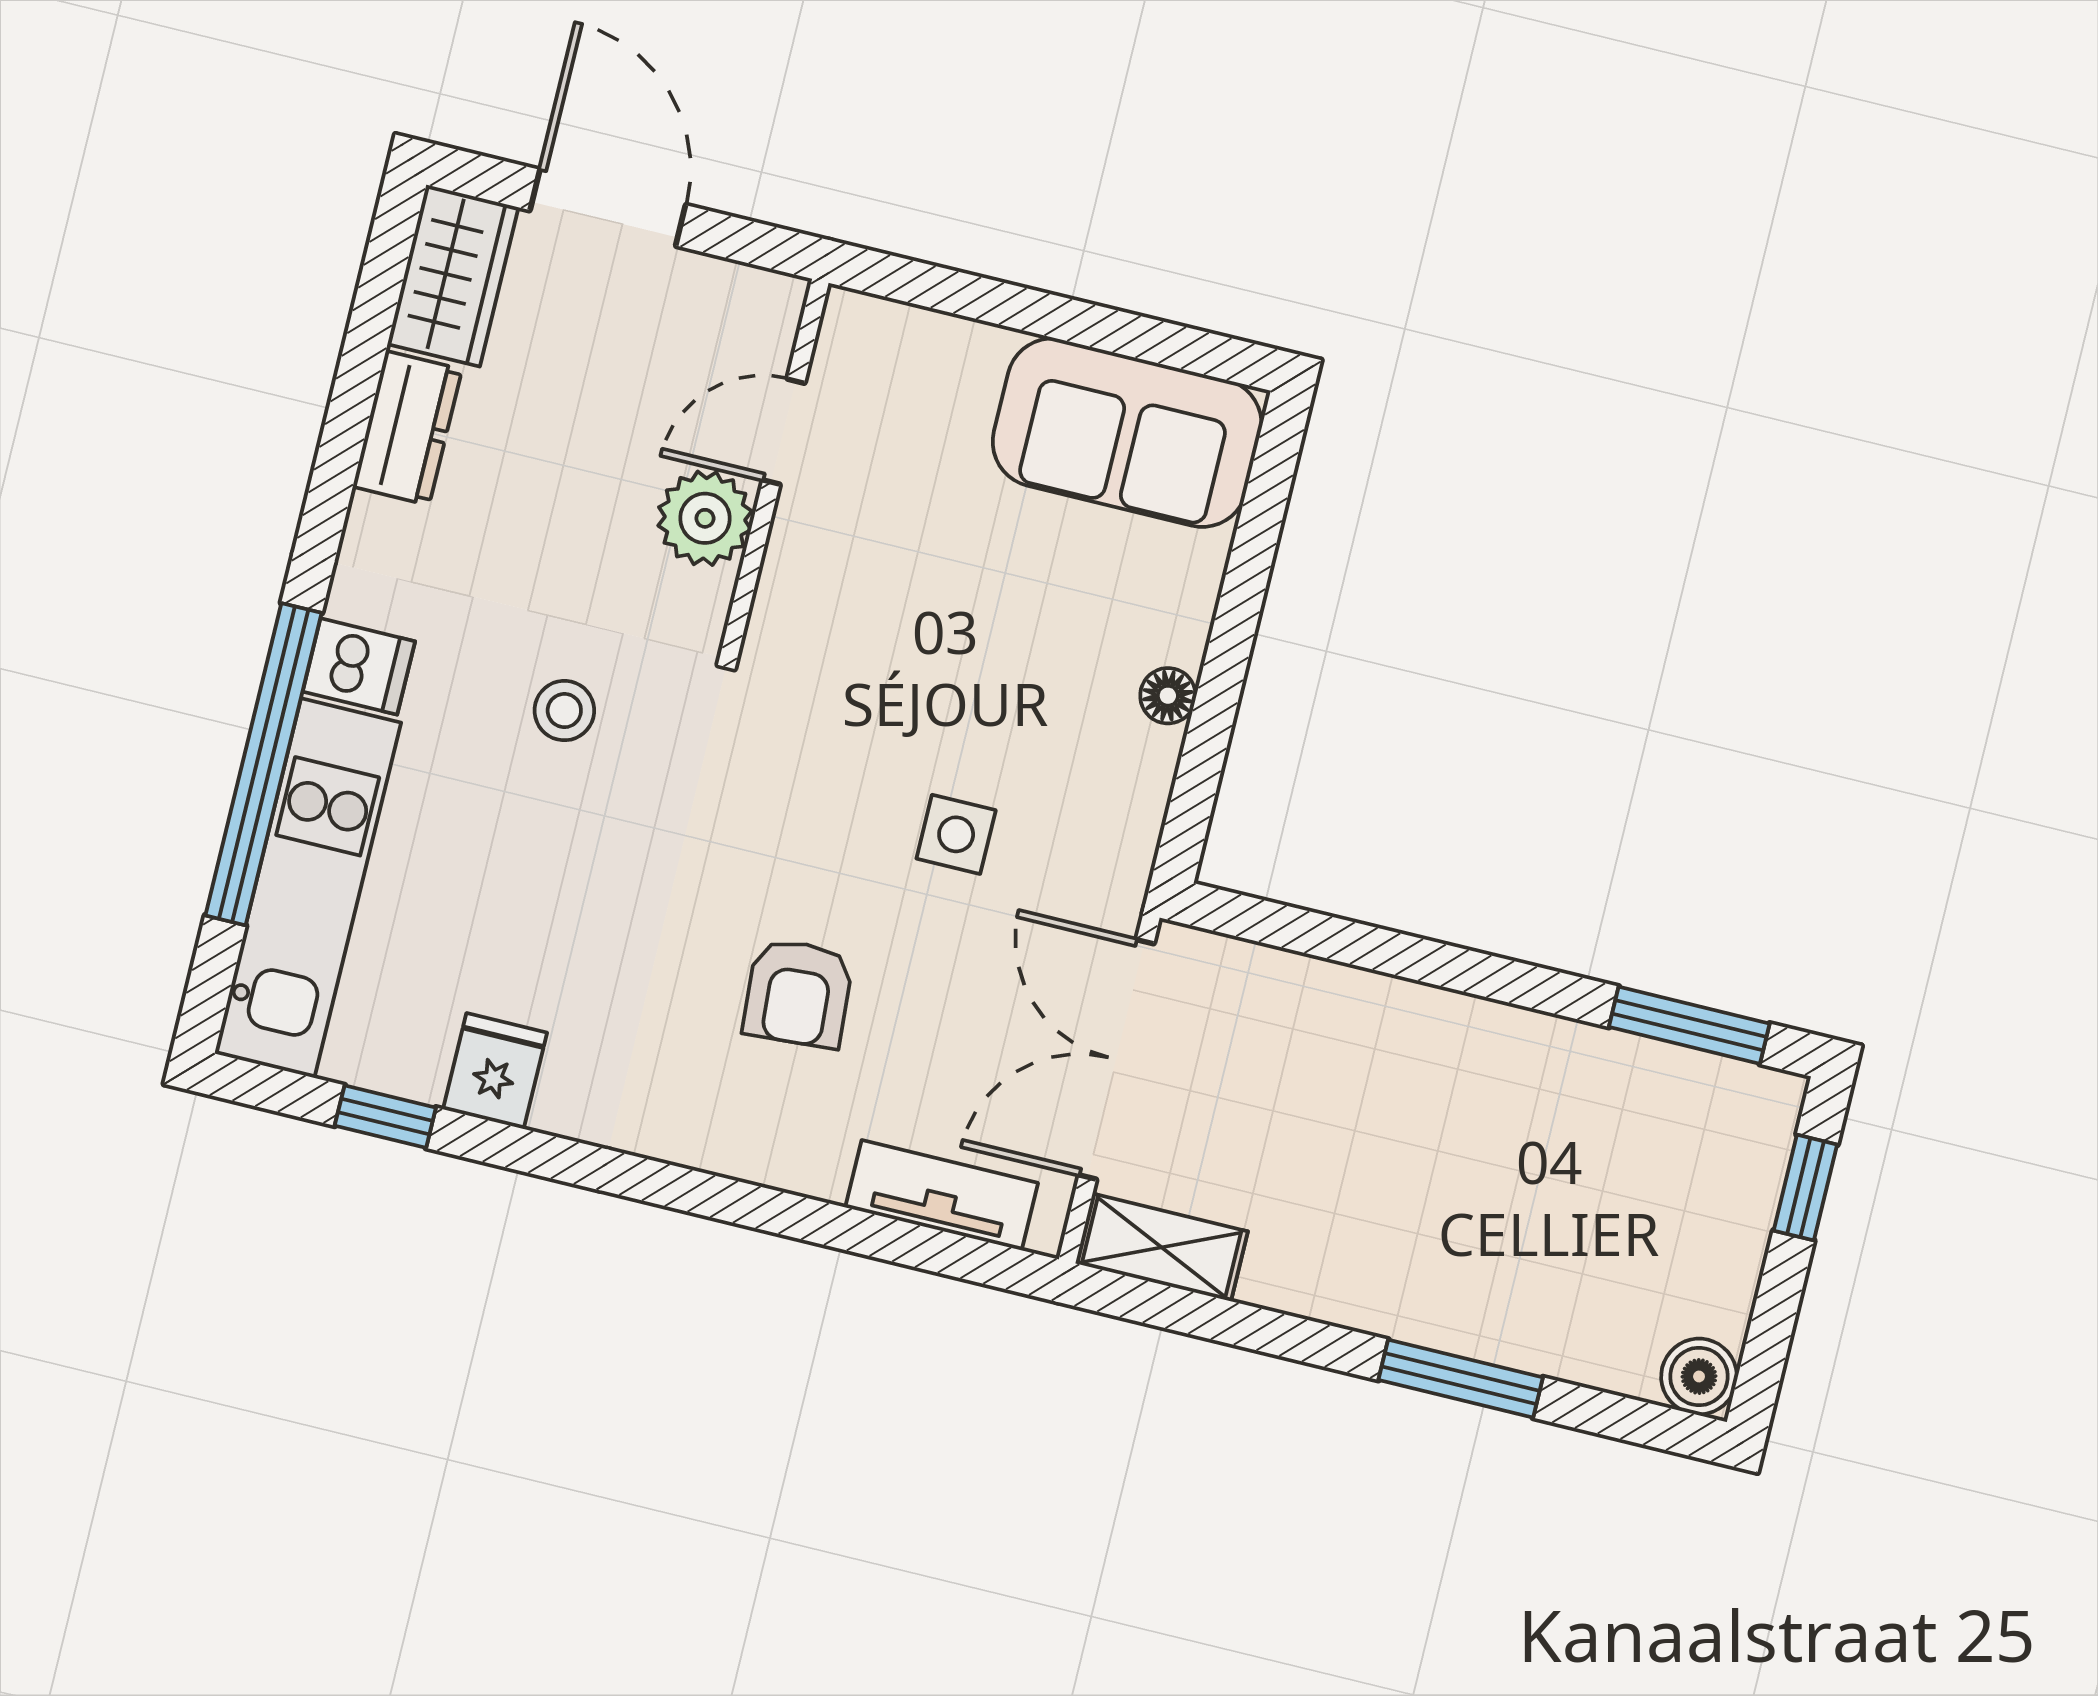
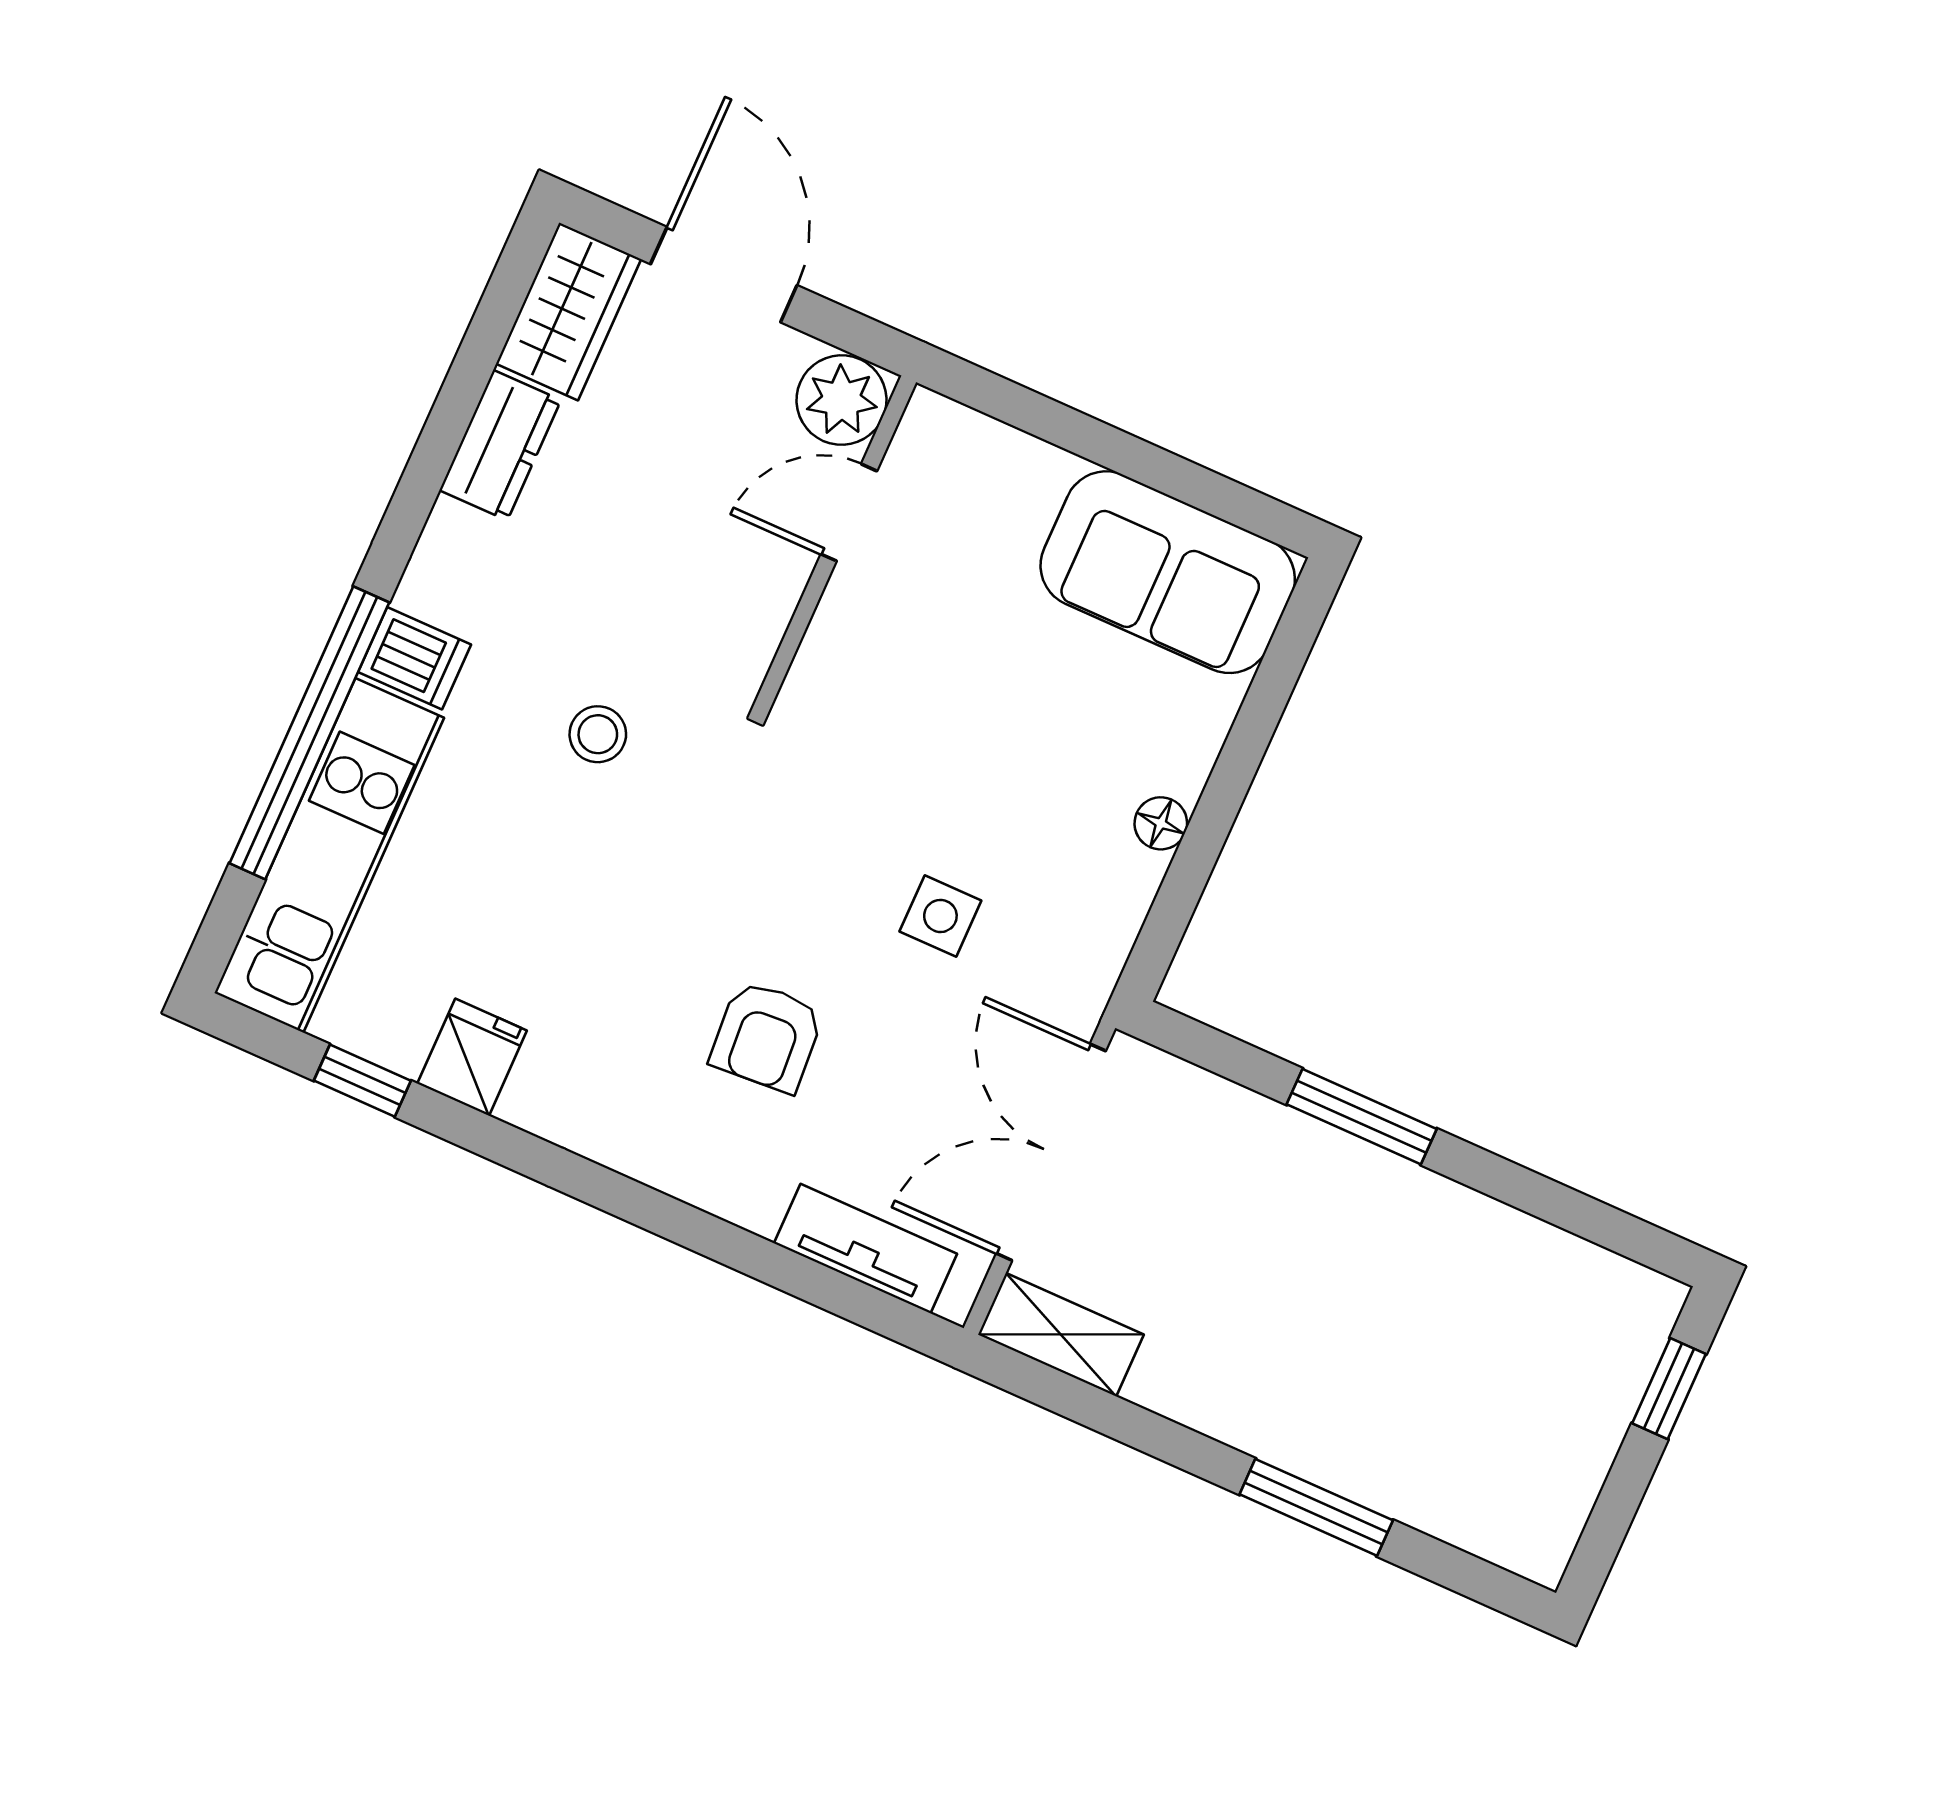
plant: (705, 518) -> (842, 400), moved
window: (1689, 1025) -> (1362, 1117), moved
boiler: (1699, 1376) -> (1538, 1546), removed

